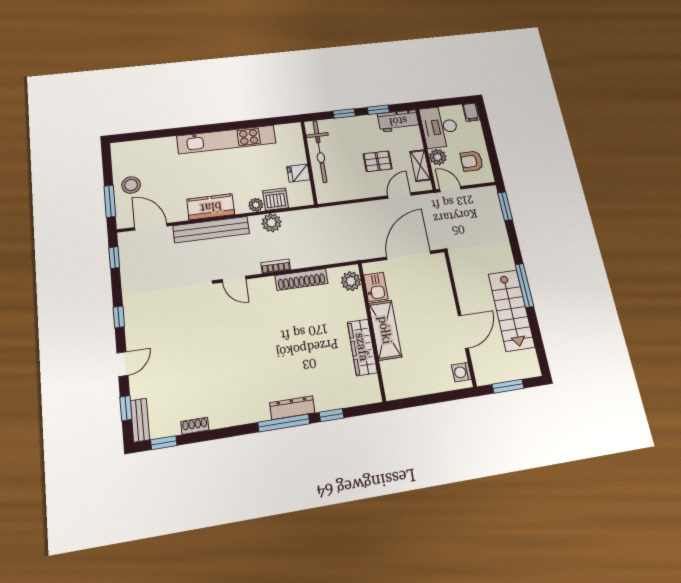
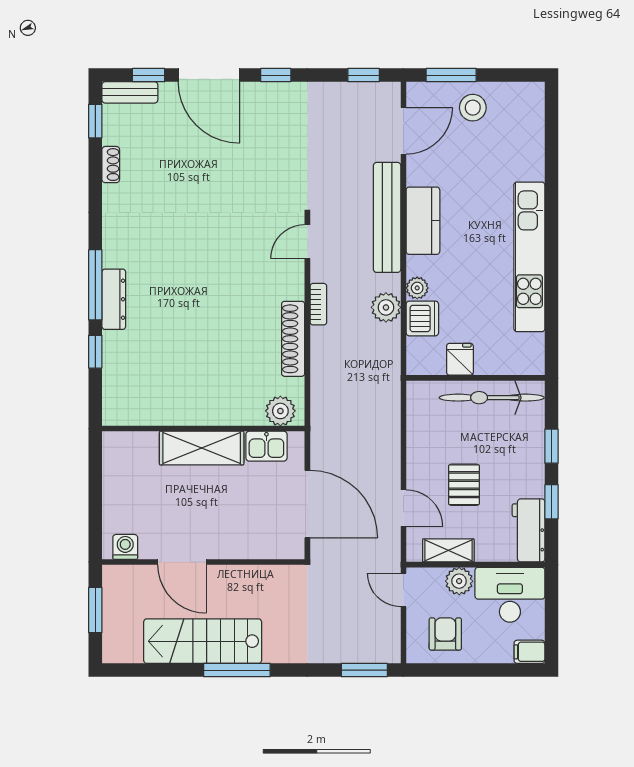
door: (450, 189) -> (403, 590), swing flipped
wardrobe: (362, 347) -> (182, 411), removed
door: (122, 364) -> (209, 75), width x1.88

